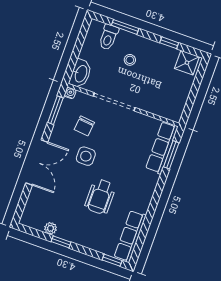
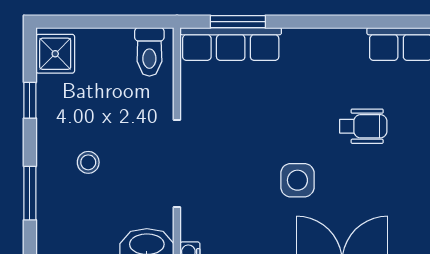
toilet: (109, 37) -> (149, 52), moved, turned 90
chair: (84, 126) -> (242, 203), removed
wheelchair: (100, 197) -> (363, 126), width x0.73, depth x0.73

